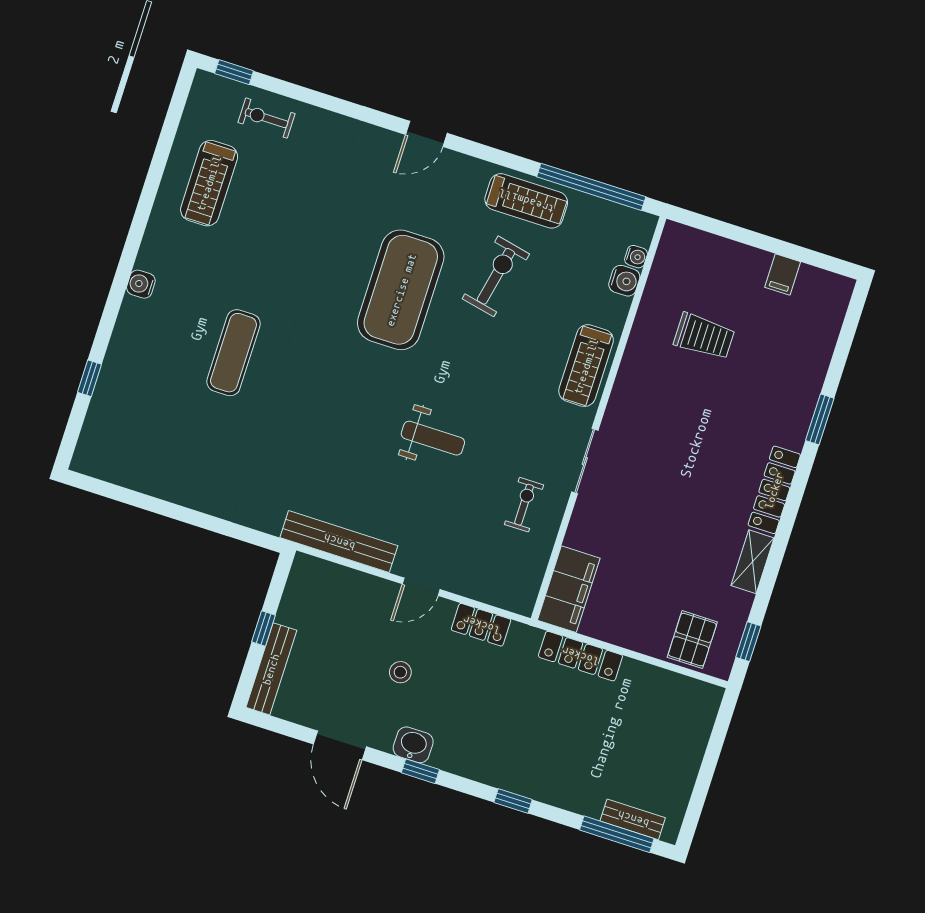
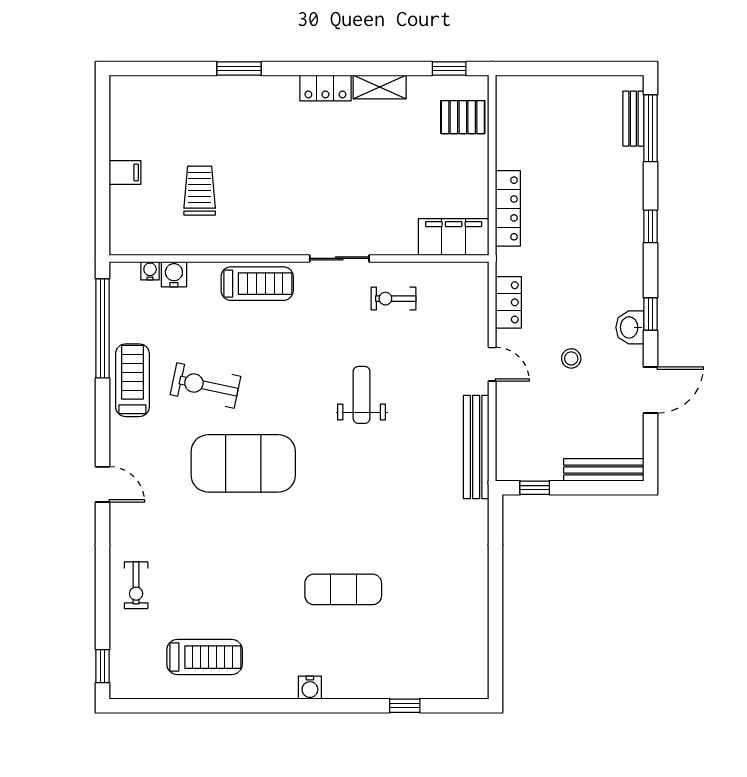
exercise bike: (266, 118) -> (136, 585), moved
filing cabinet: (783, 275) -> (125, 172), moved
locker: (774, 490) -> (325, 88), width x0.66
window: (264, 628) -> (535, 488), moved

